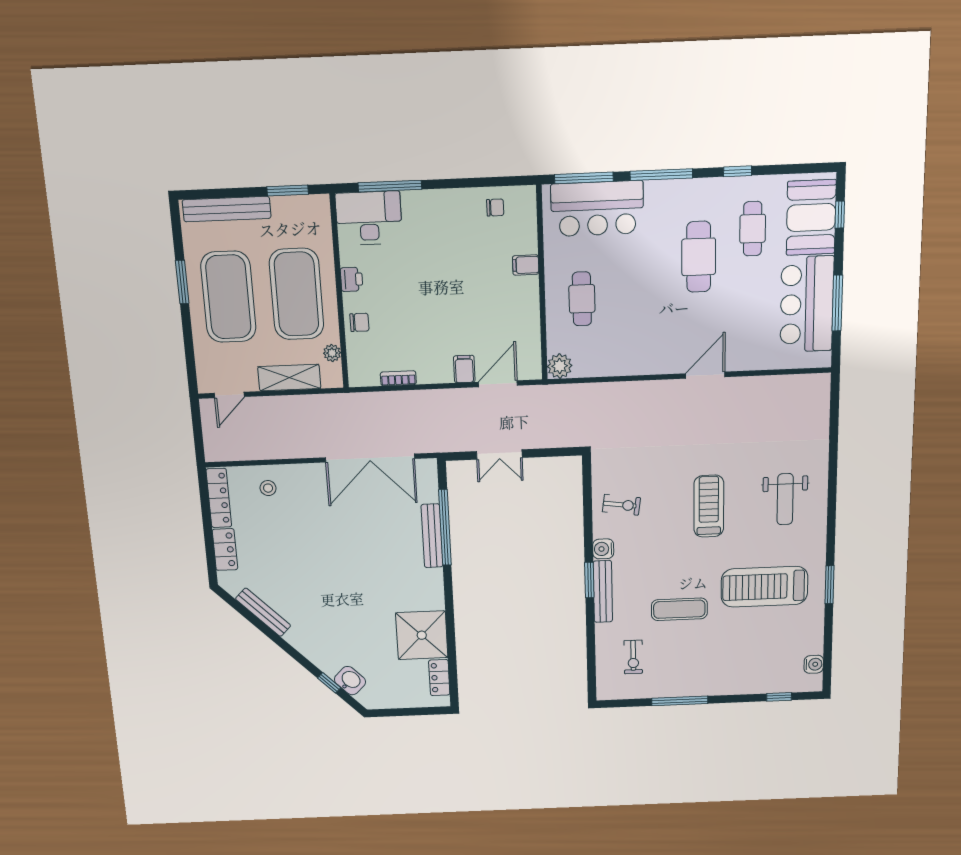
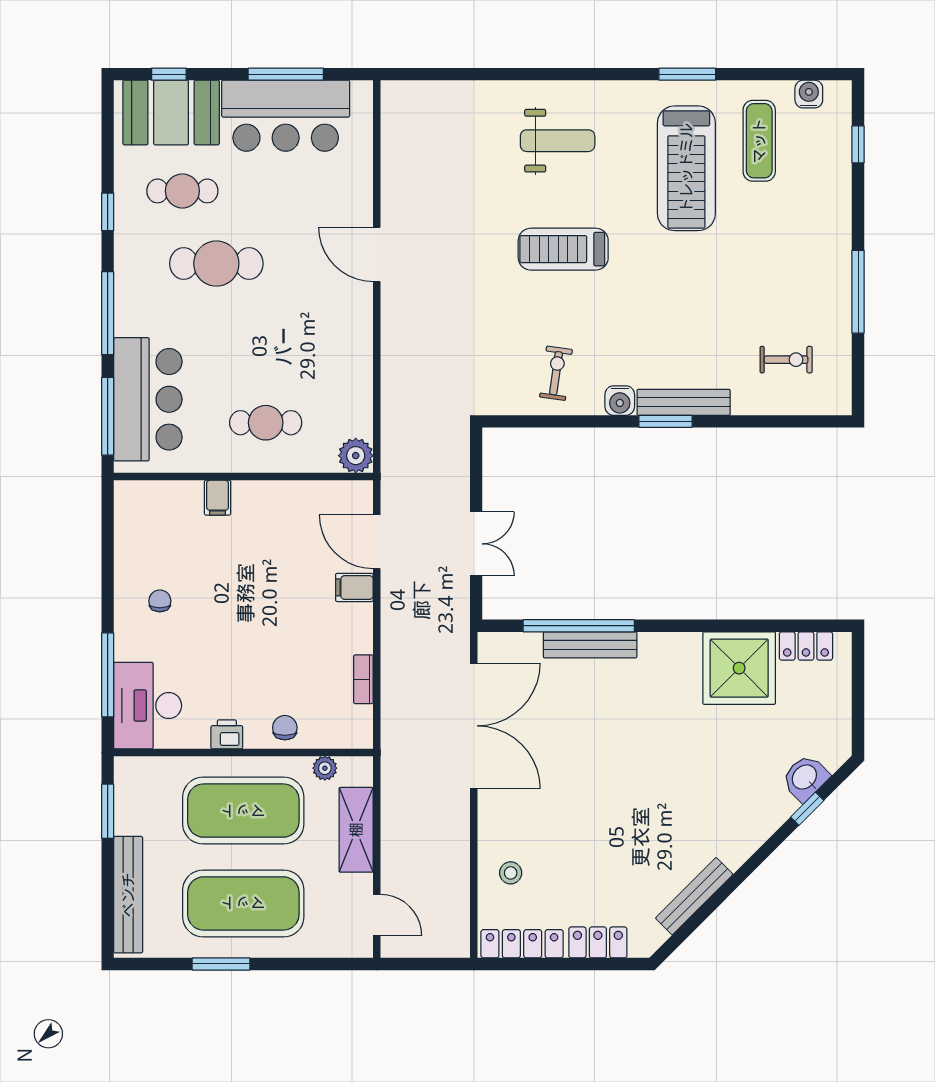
chair: (495, 208) -> (160, 601), moved
exercise mat: (679, 609) -> (759, 141), moved

